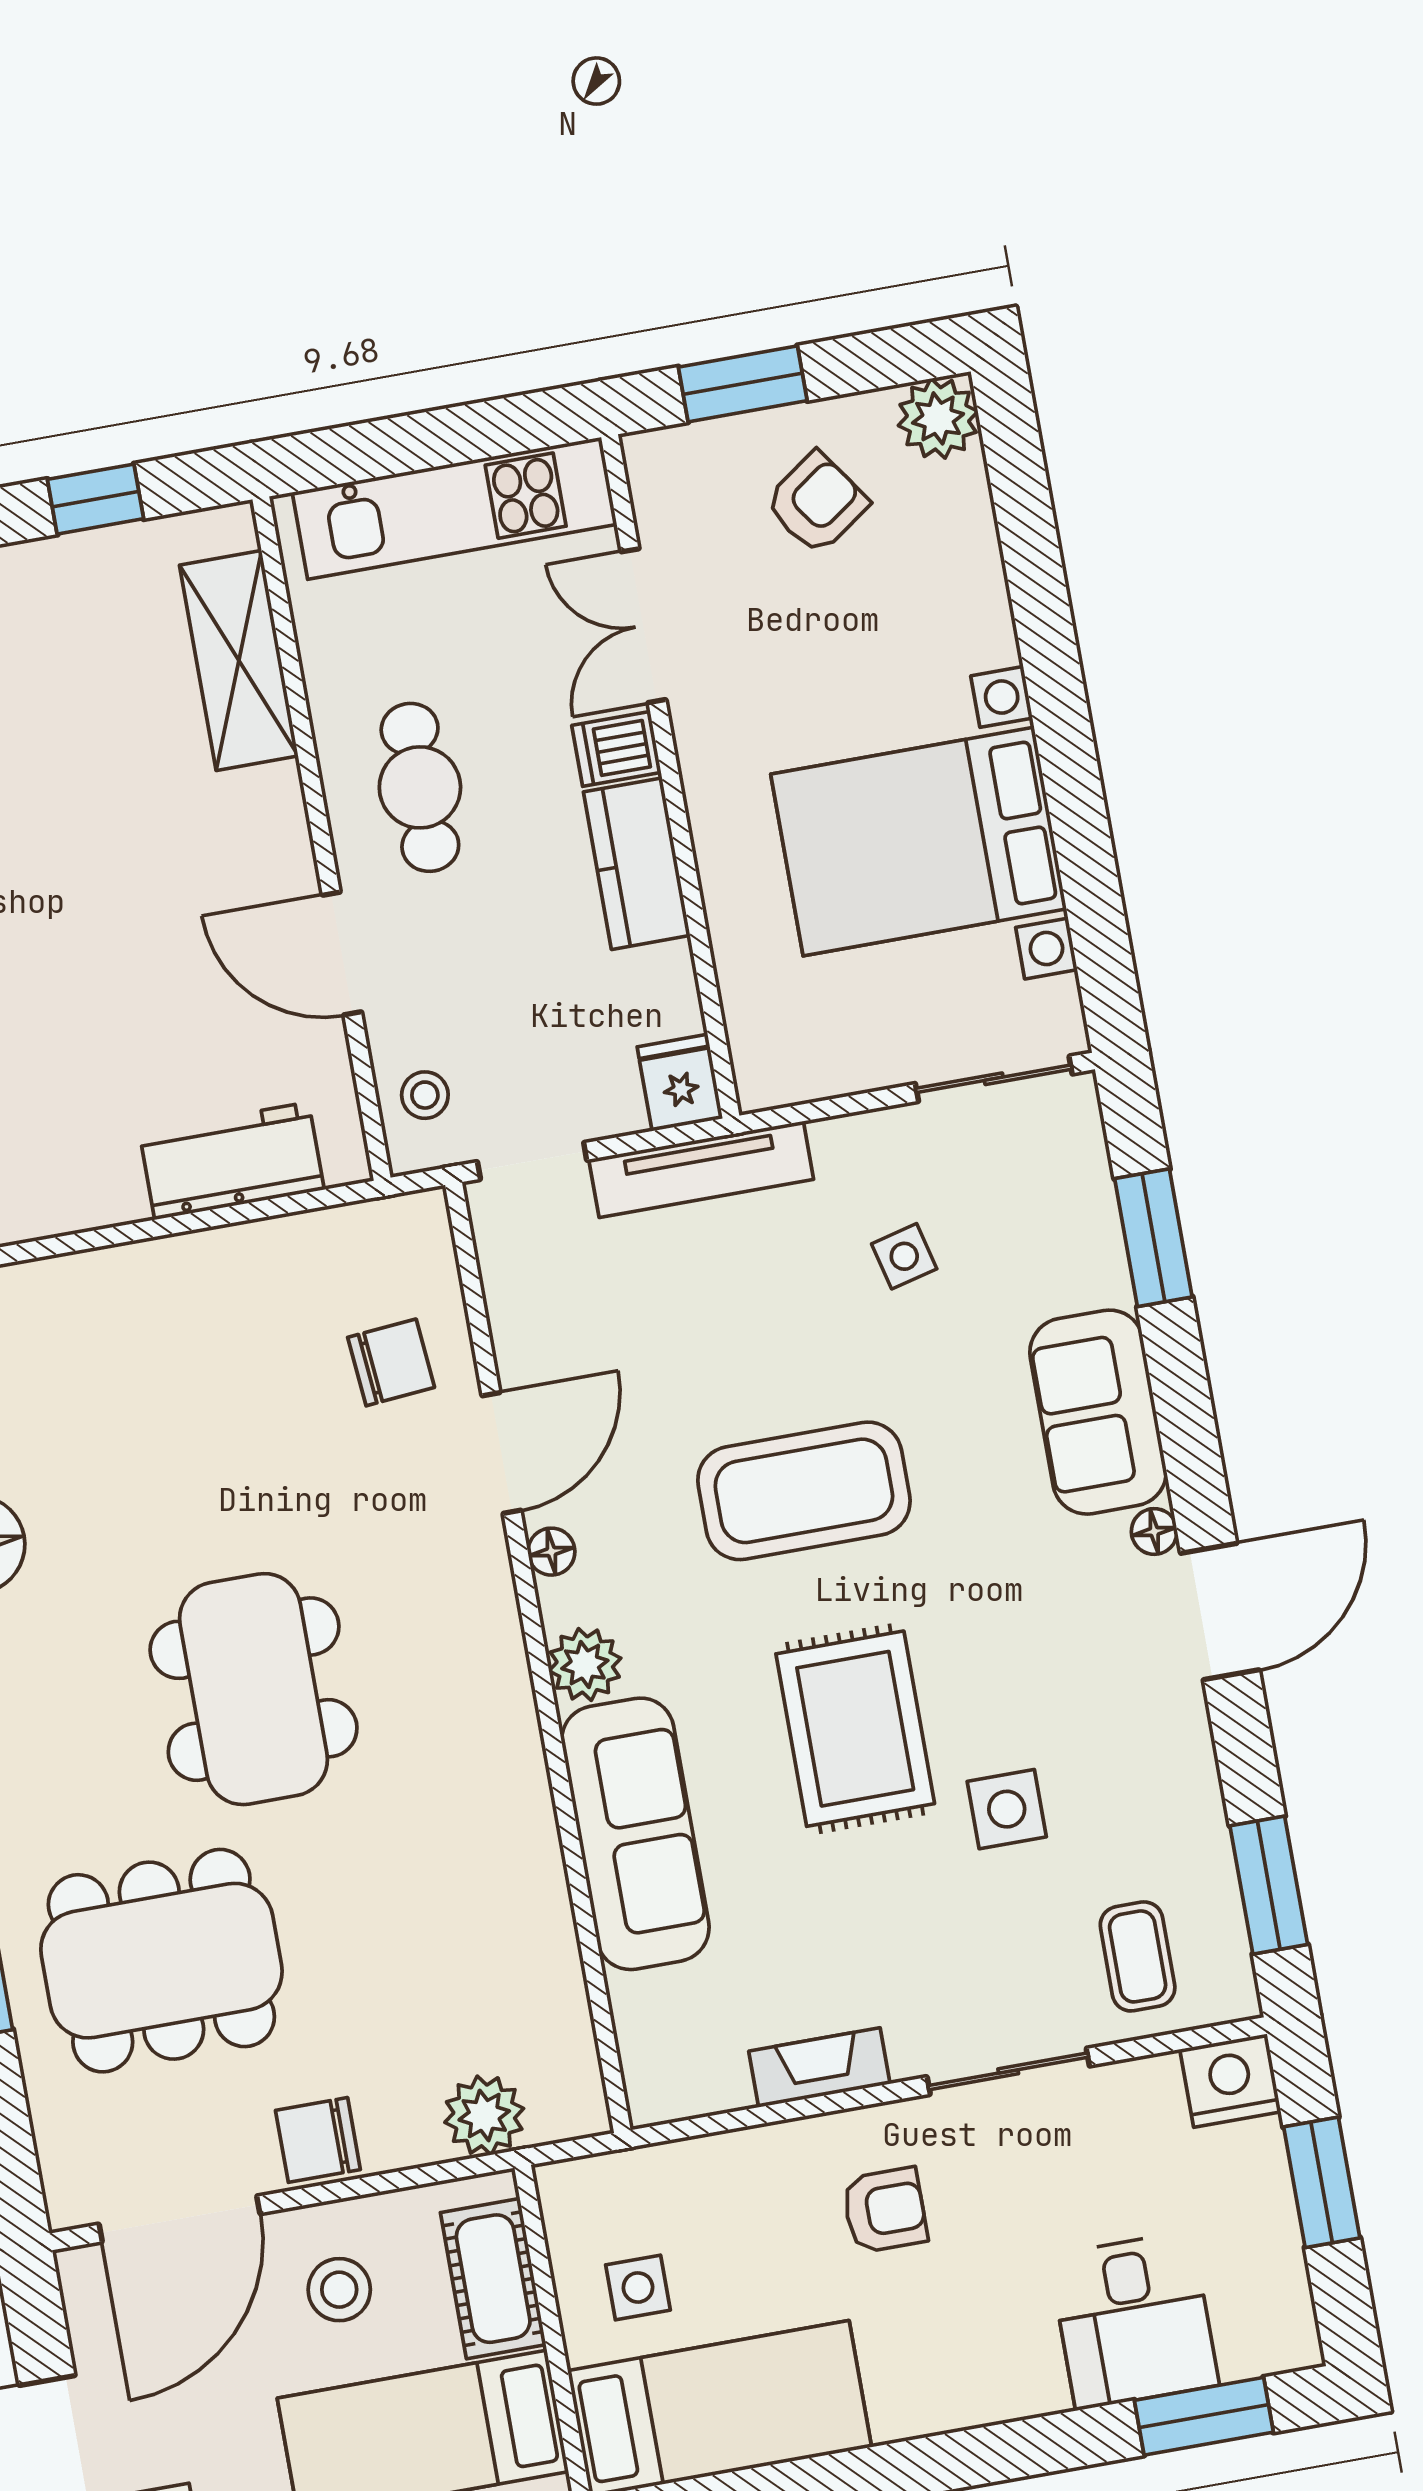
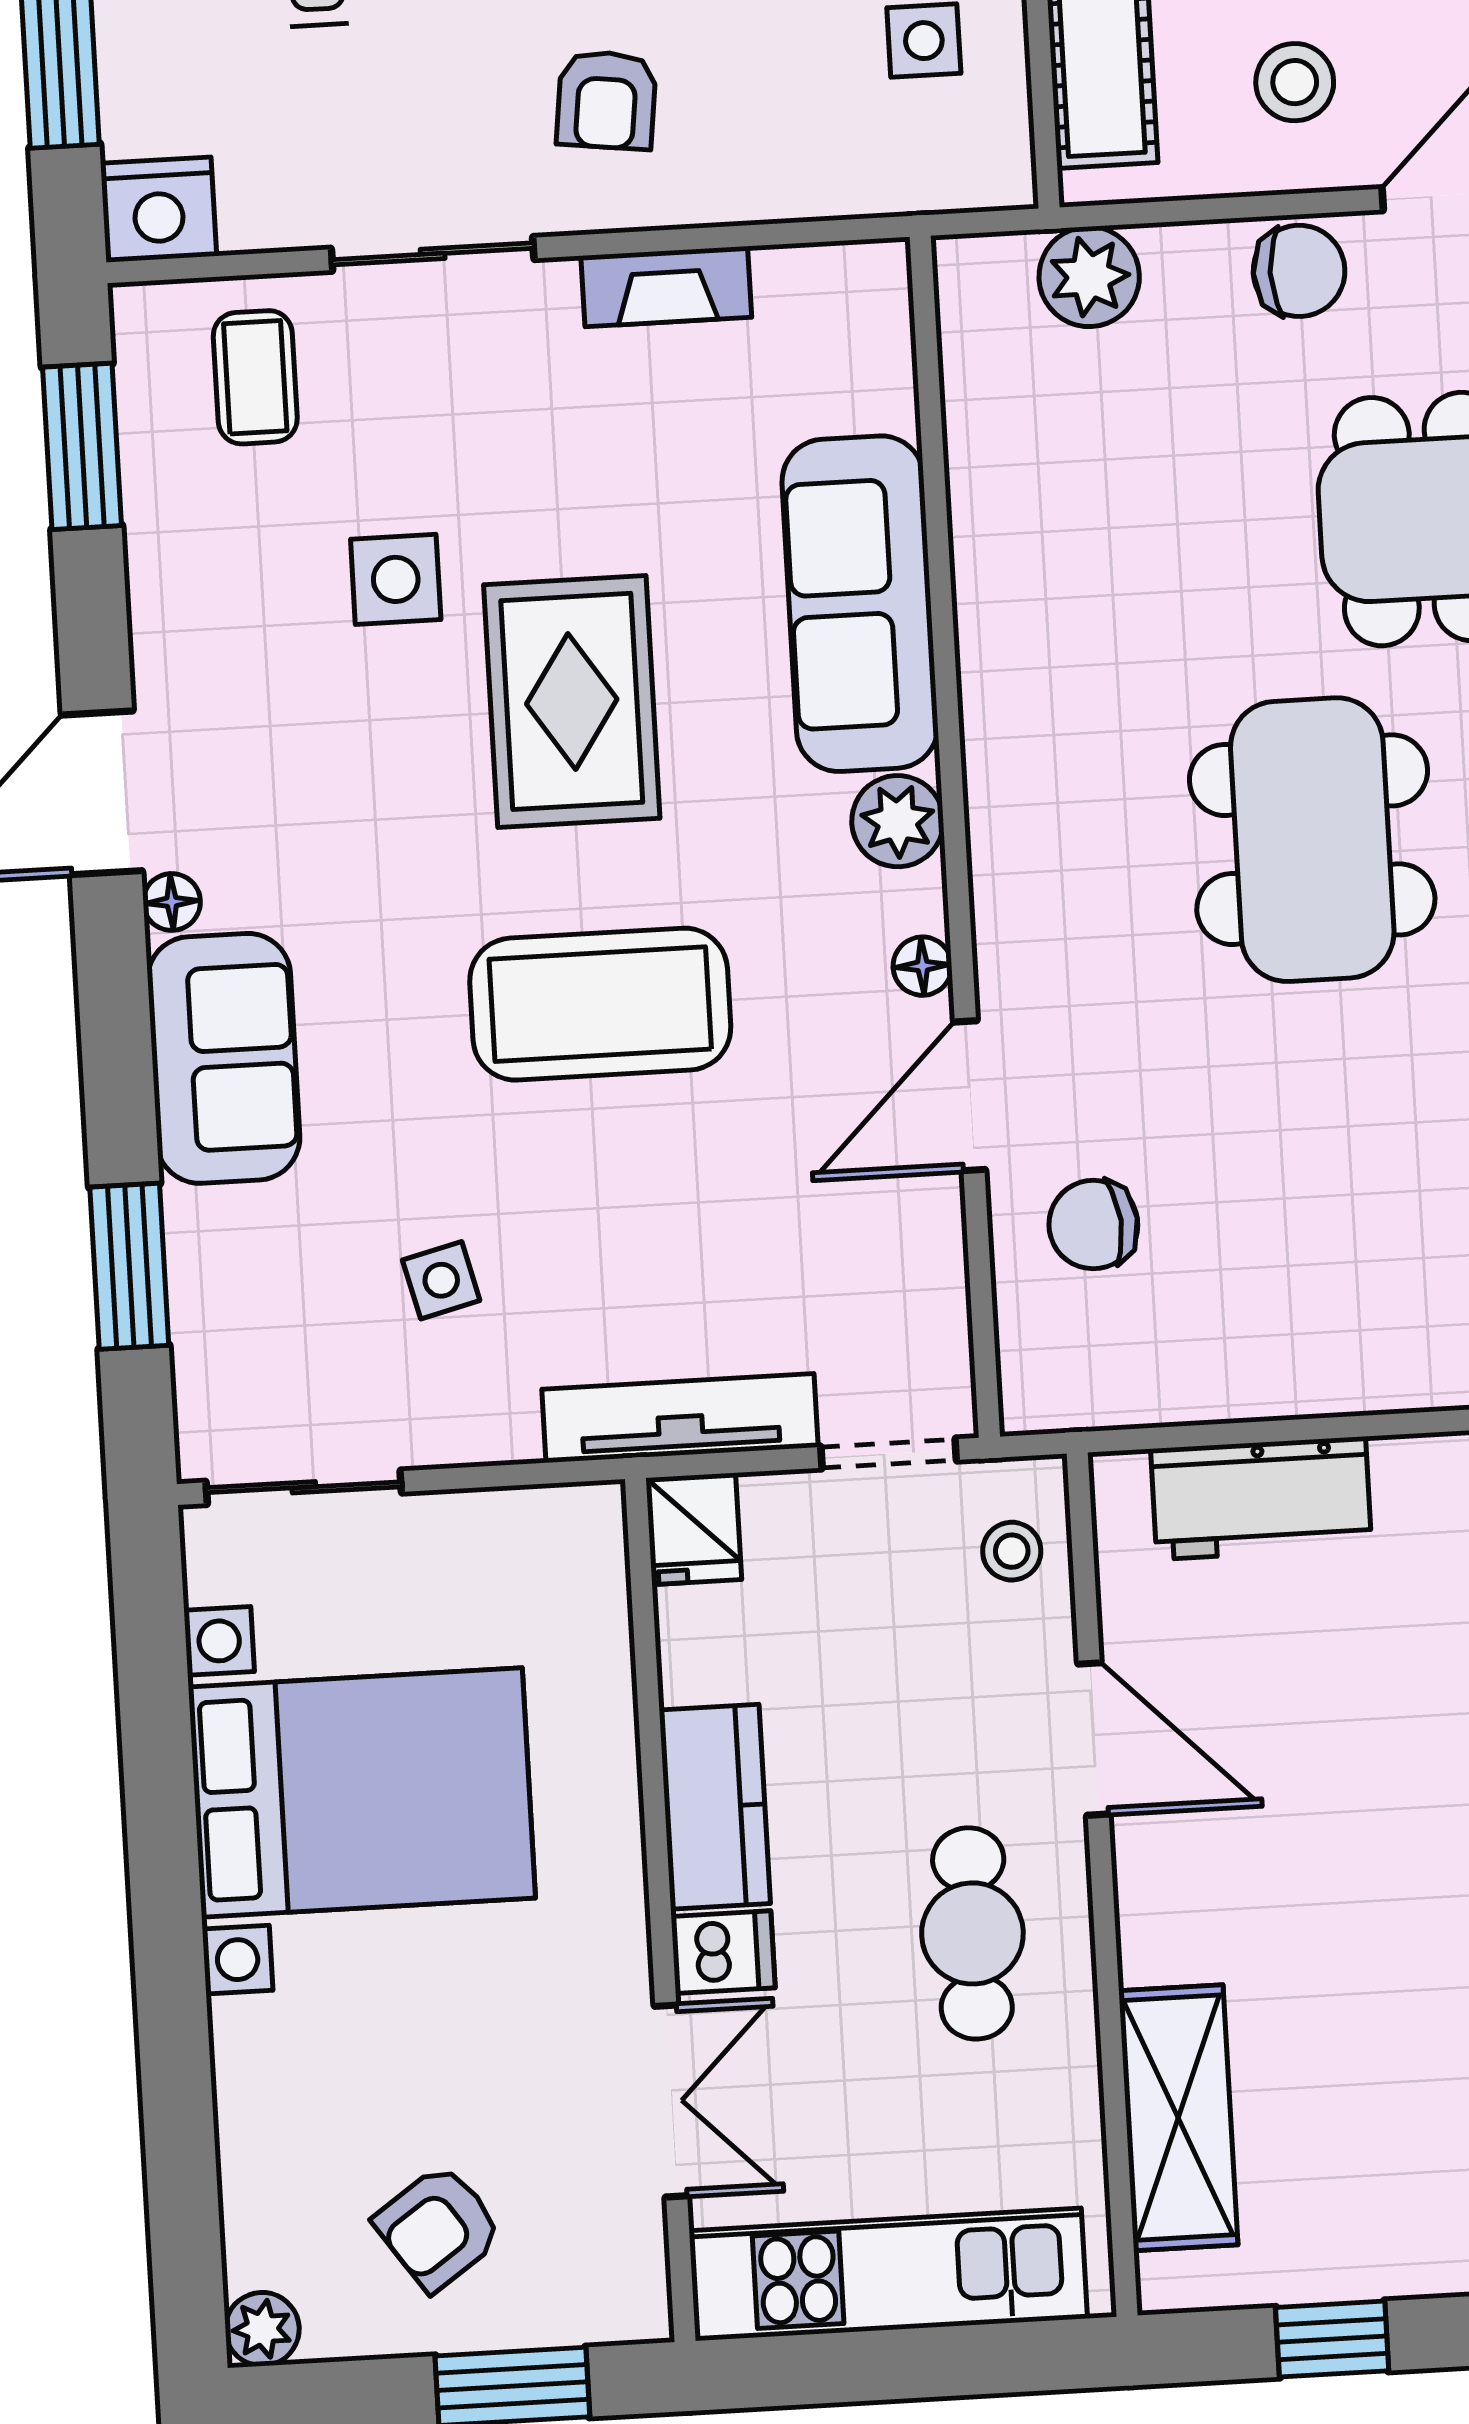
plant: (938, 418) -> (262, 2329), width x0.73, depth x0.73
armchair: (885, 2210) -> (606, 100), turned -83

